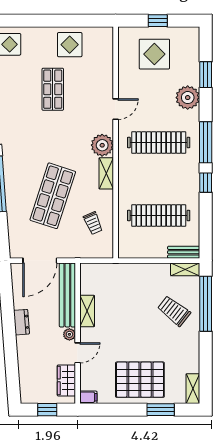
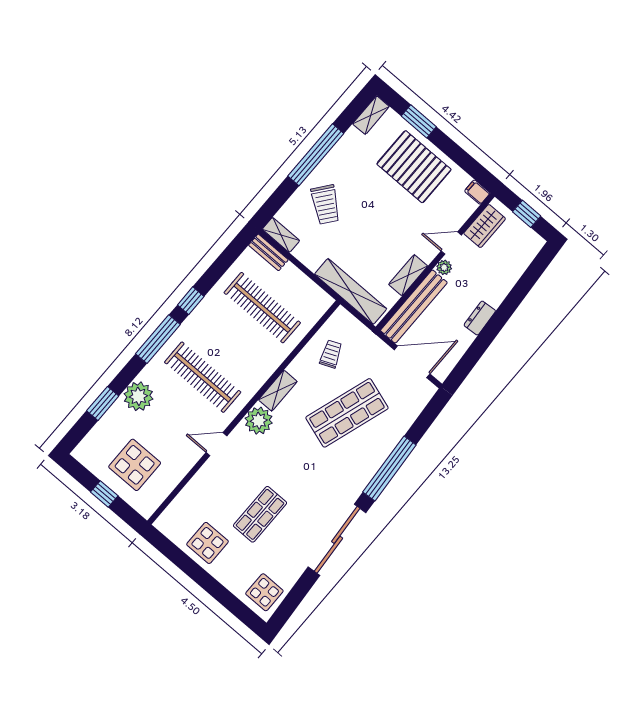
shelving: (114, 271) -> (351, 291), added
window: (206, 304) -> (316, 155), moved

